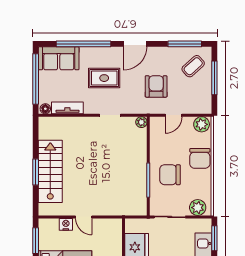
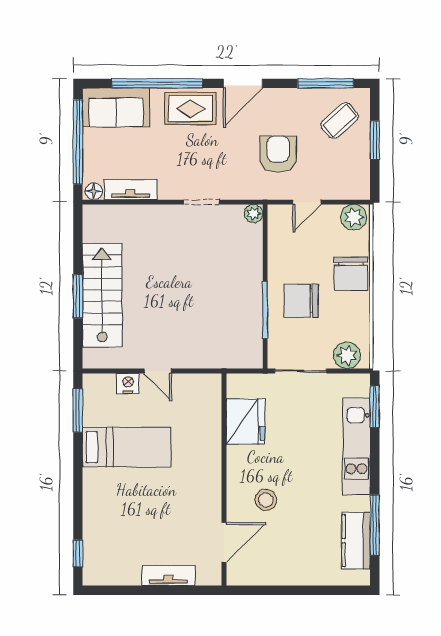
rug: (104, 78) -> (190, 108), moved
window: (214, 78) -> (375, 140), width x0.69

